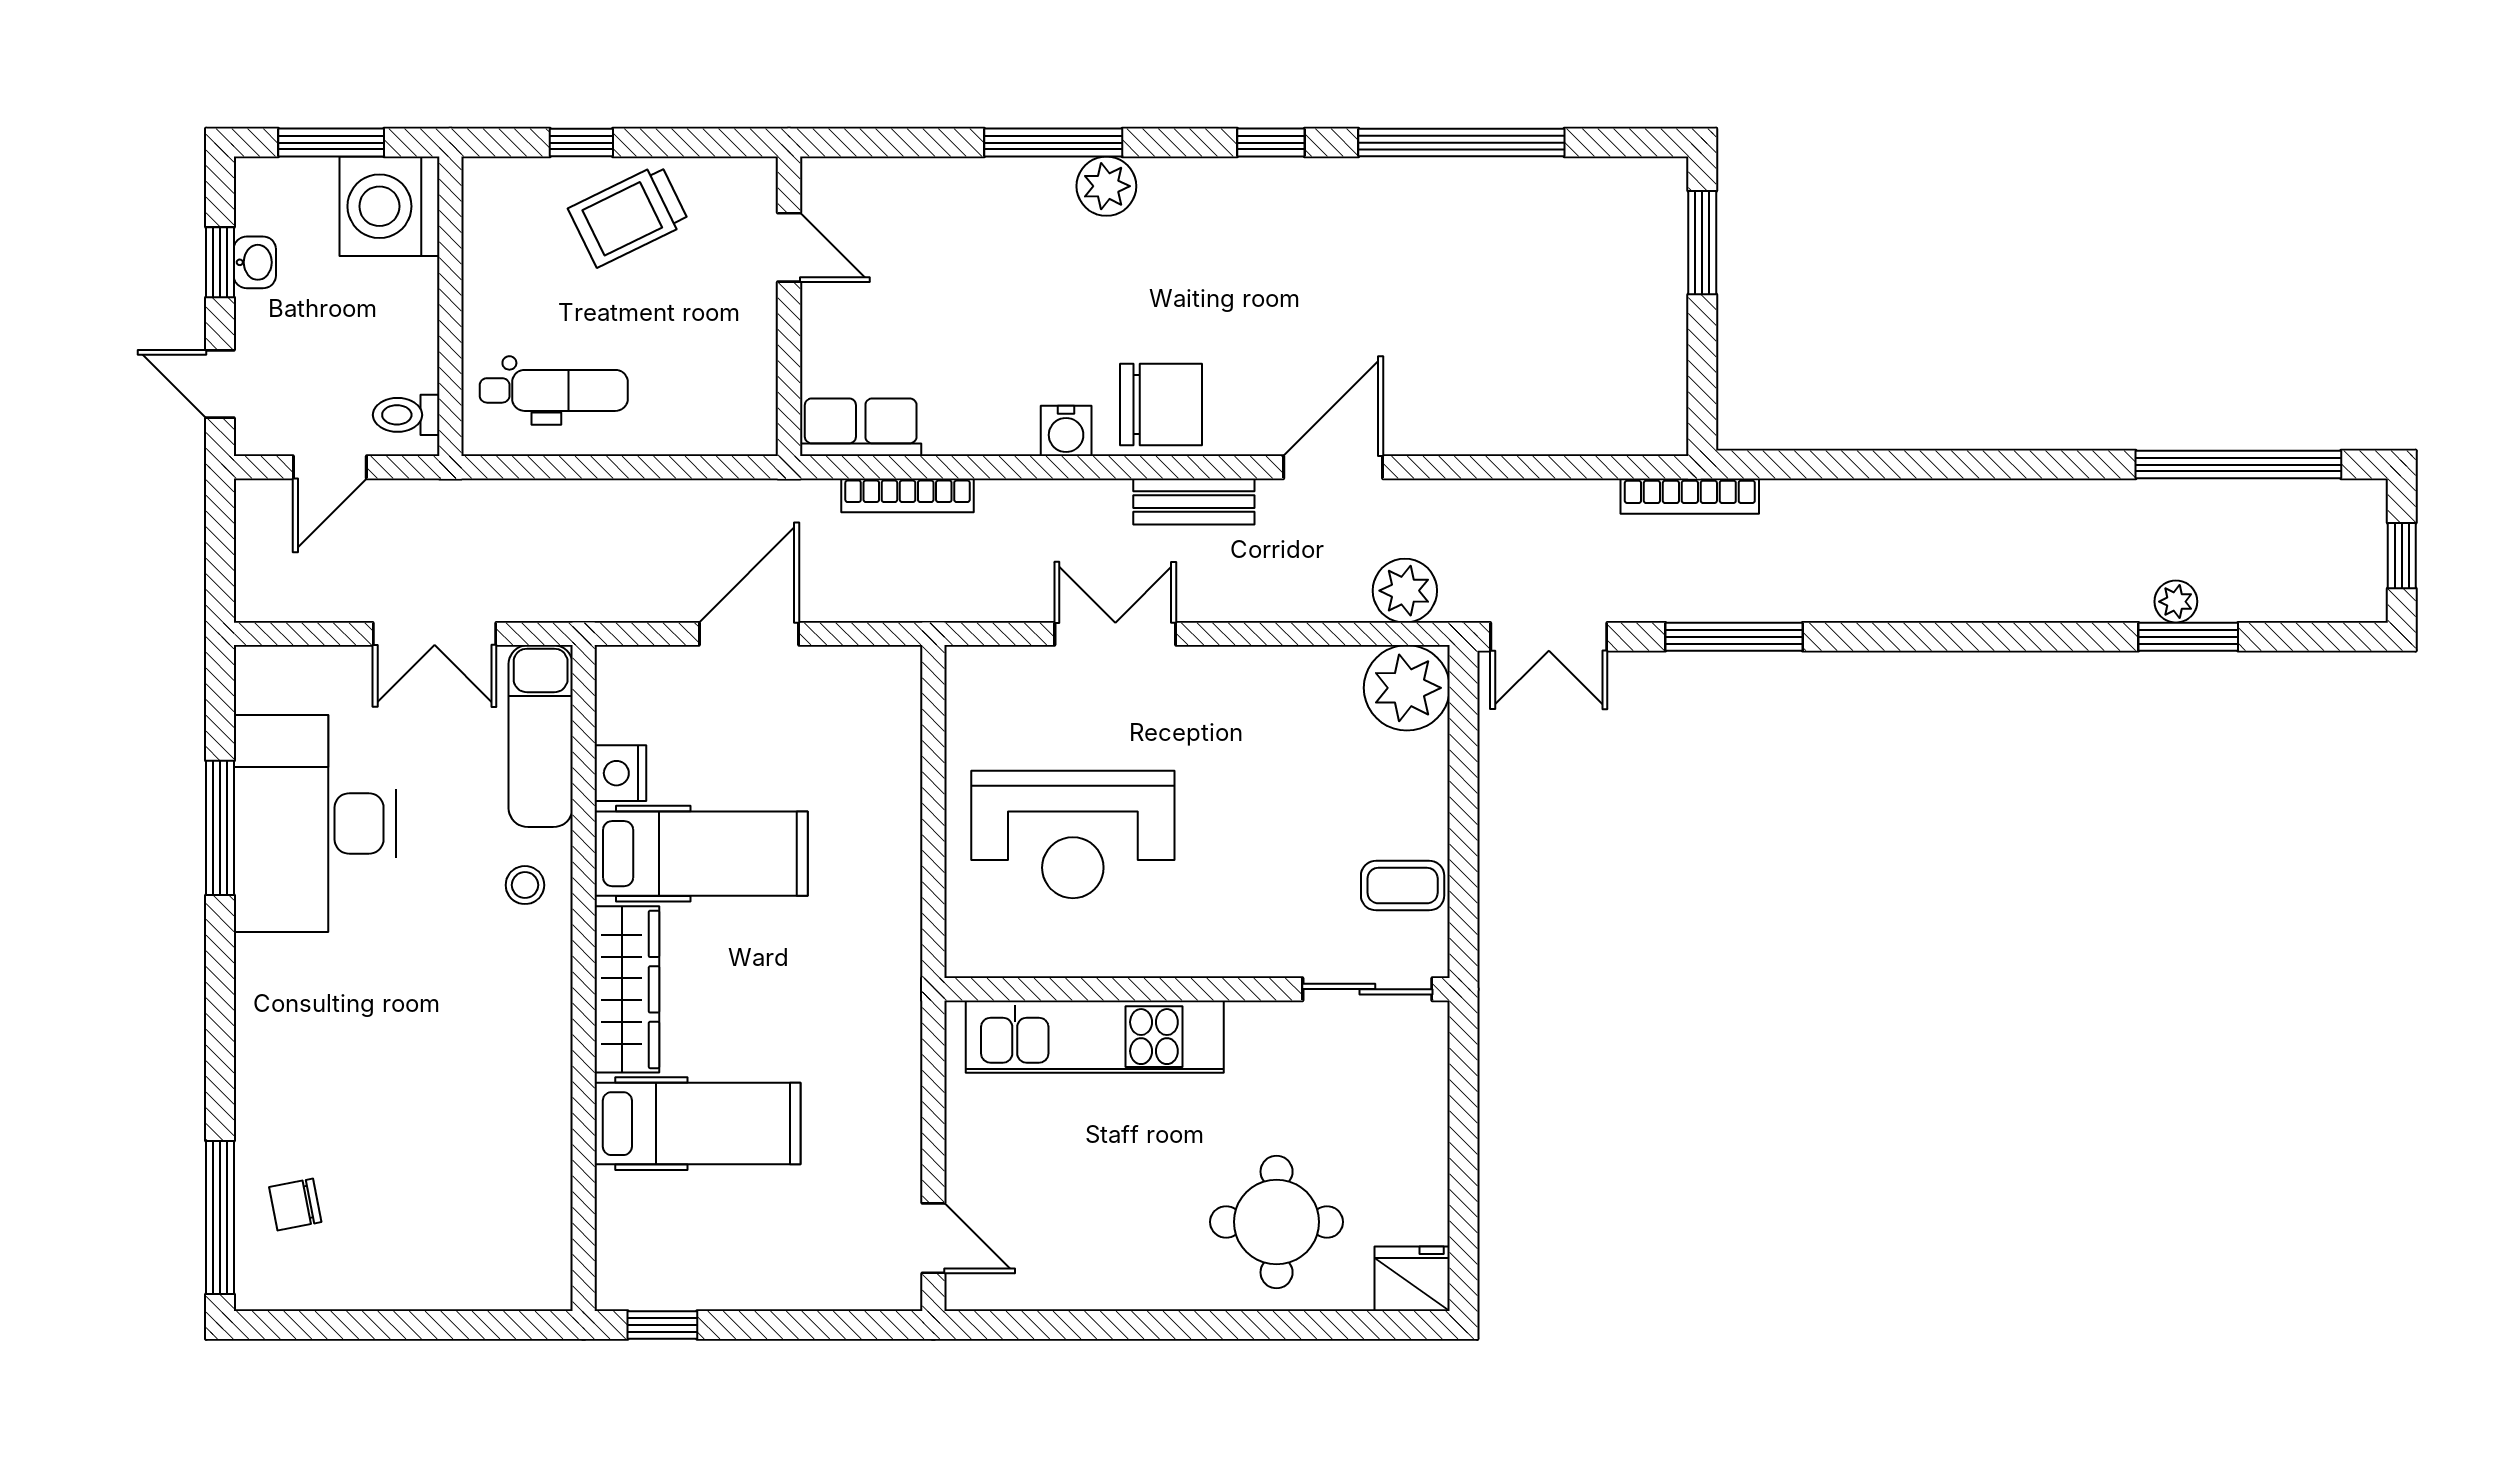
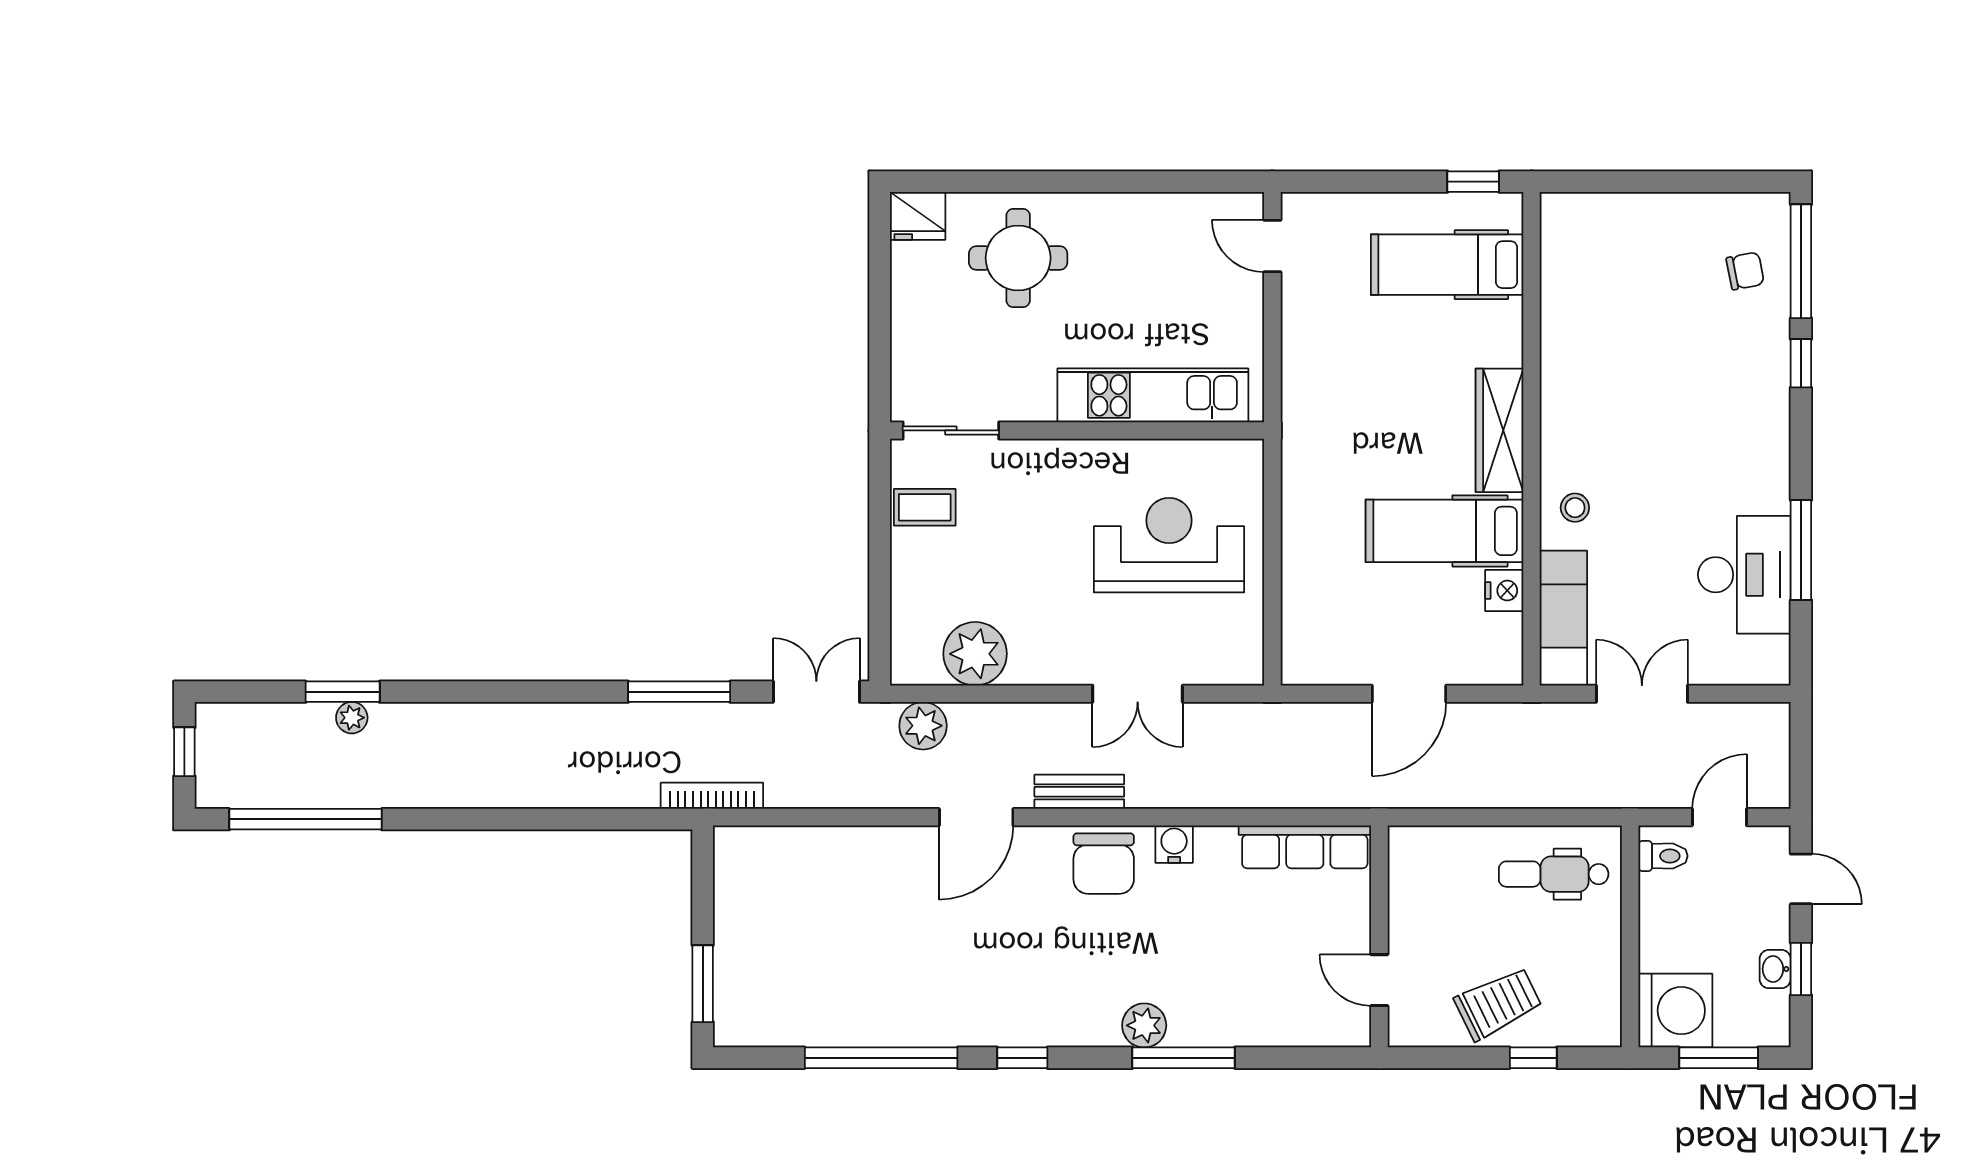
chair: (1161, 405) -> (1104, 864), turned -90
row of seats: (861, 427) -> (1305, 847), width x1.48
bookcase: (908, 495) -> (1292, 796), removed
plant: (1407, 688) -> (975, 654), moved
desk: (315, 823) -> (1744, 575), width x0.73, depth x0.77
window: (220, 1080) -> (1801, 363), added
hospital bed: (698, 1124) -> (1447, 265), moved

